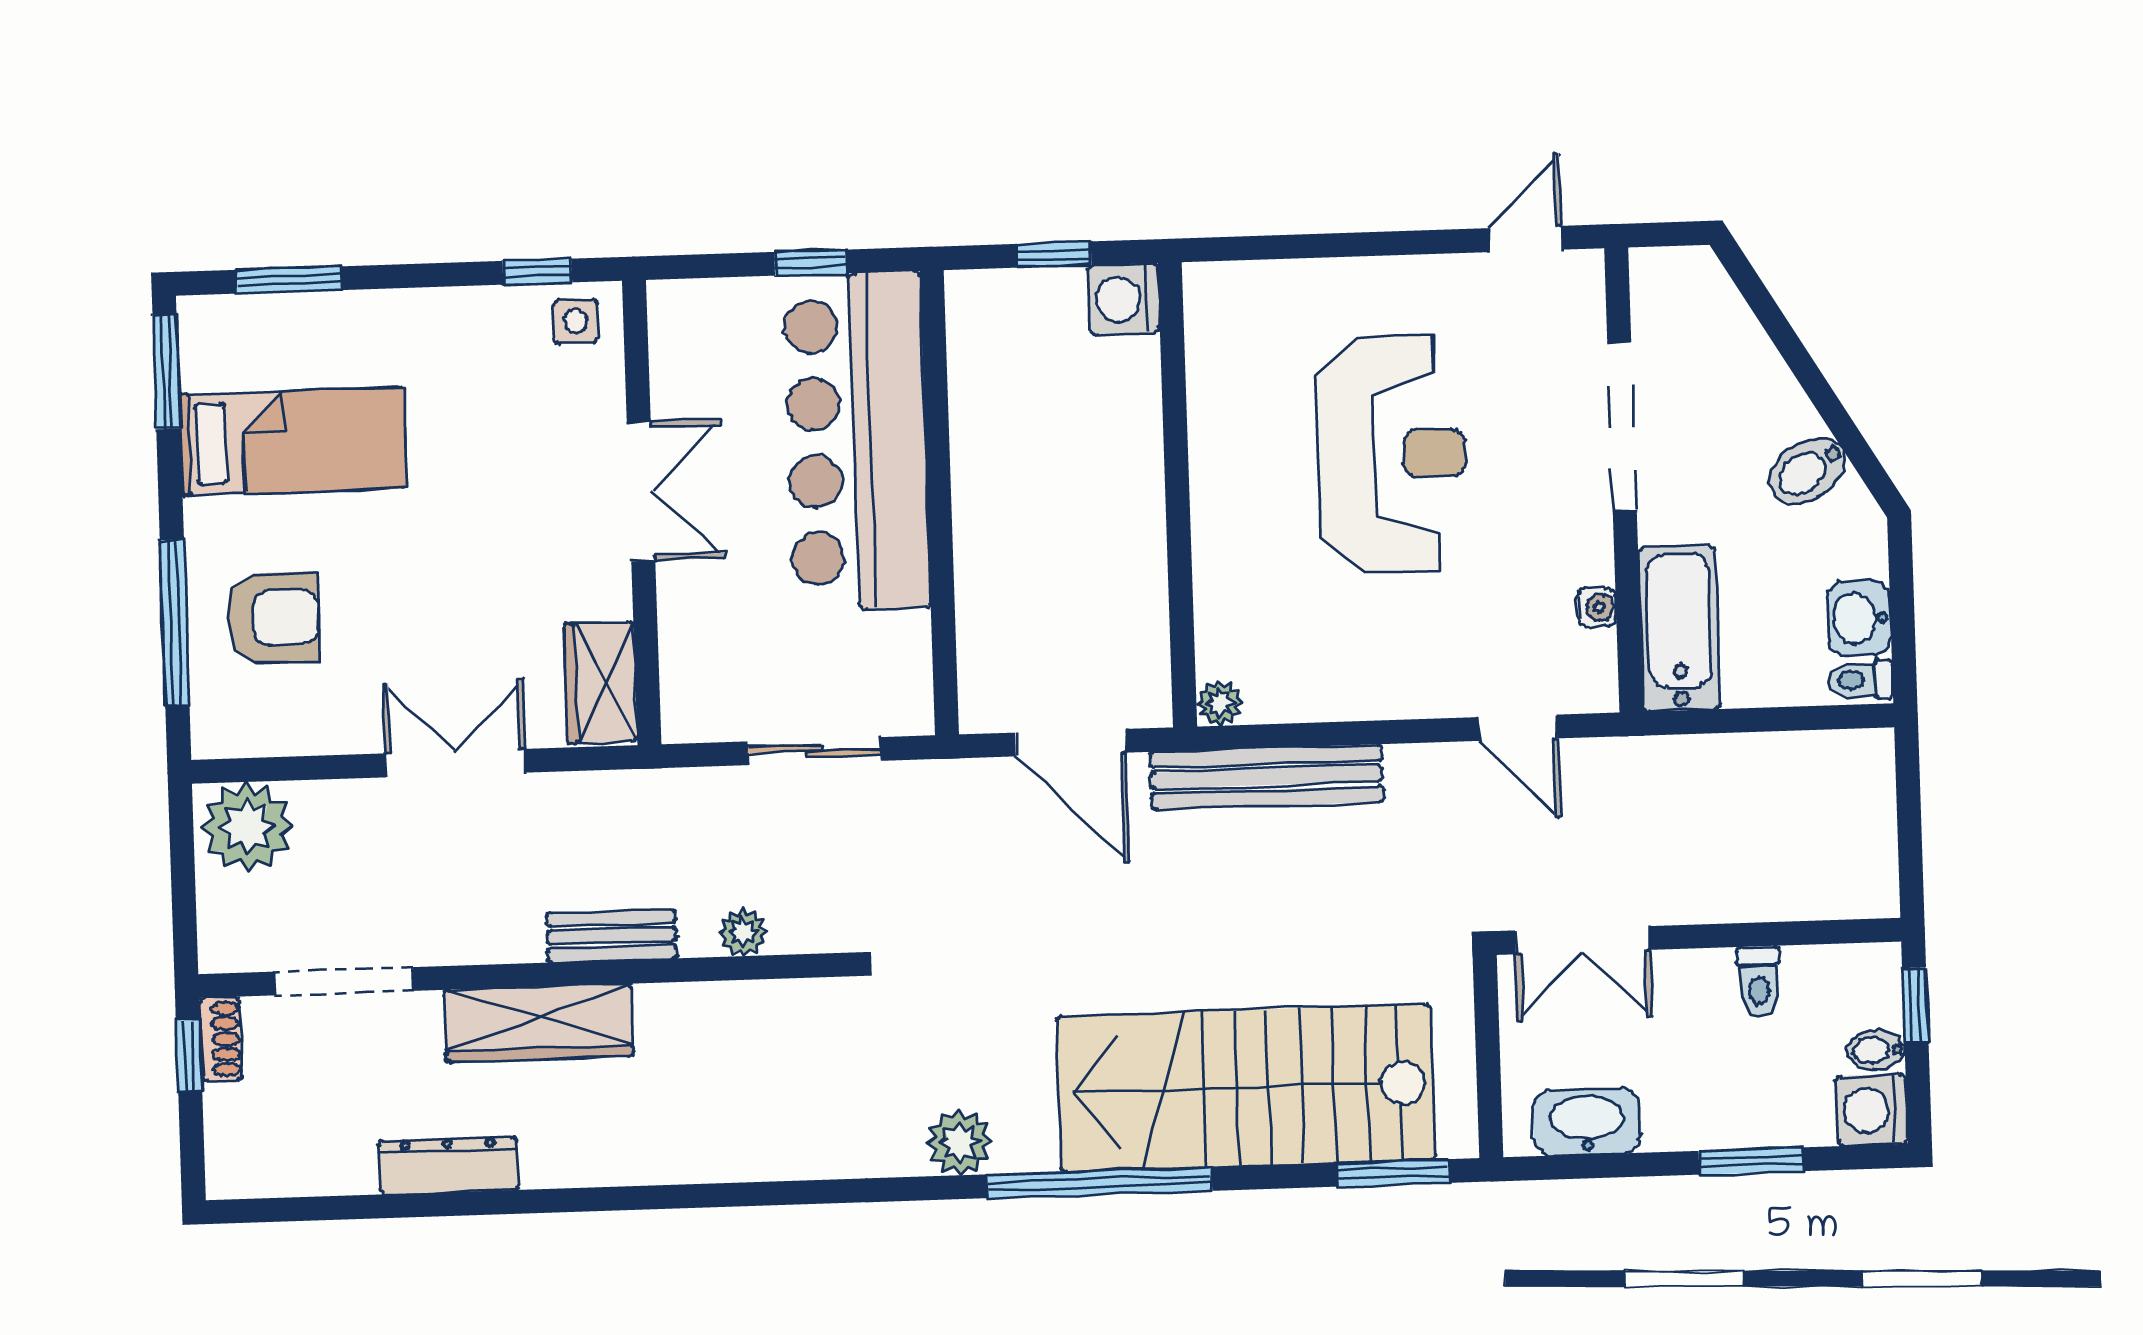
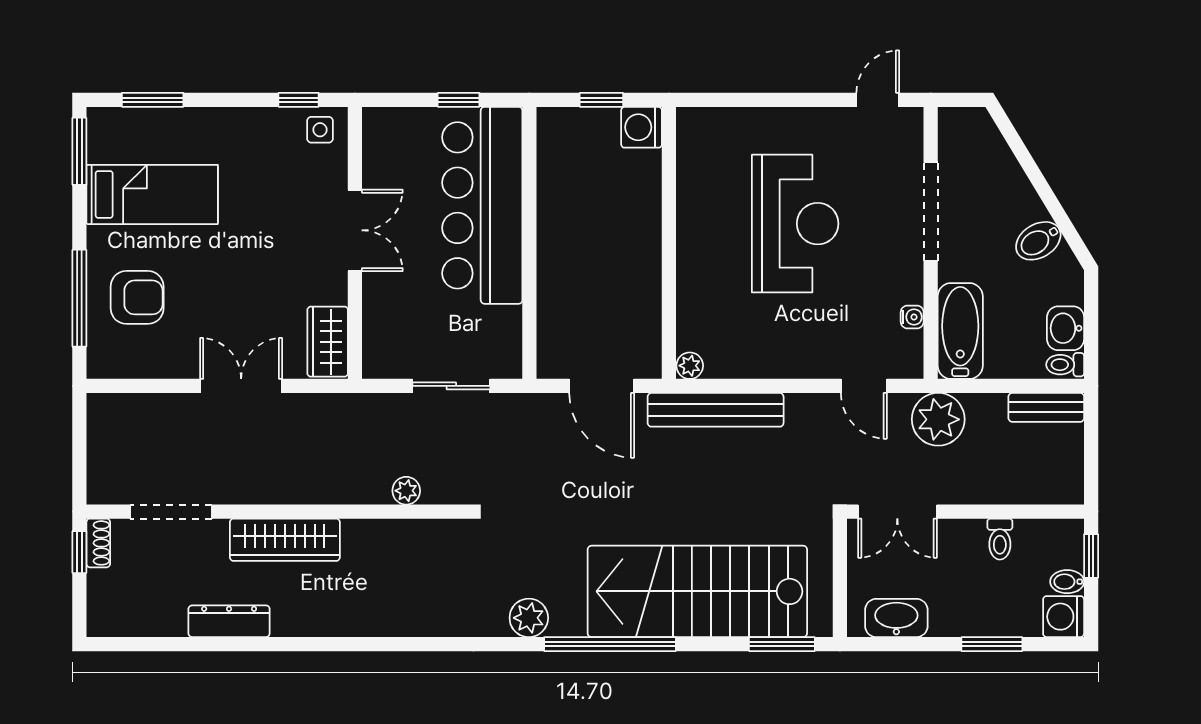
plant: (247, 827) -> (938, 419), moved
bench: (612, 936) -> (1046, 407), moved

